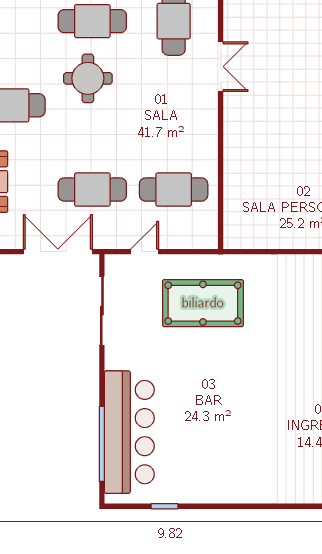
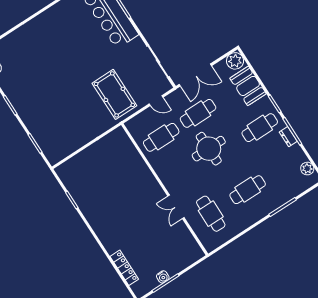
round table: (88, 78) -> (209, 149), moved, width x1.36, depth x1.36
door: (145, 252) -> (156, 101), hinge flipped
pool table: (203, 303) -> (114, 94), turned 90

